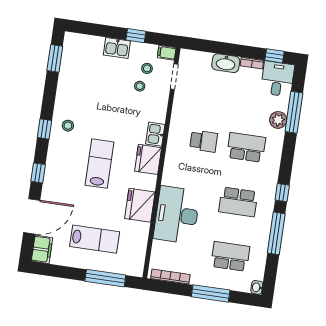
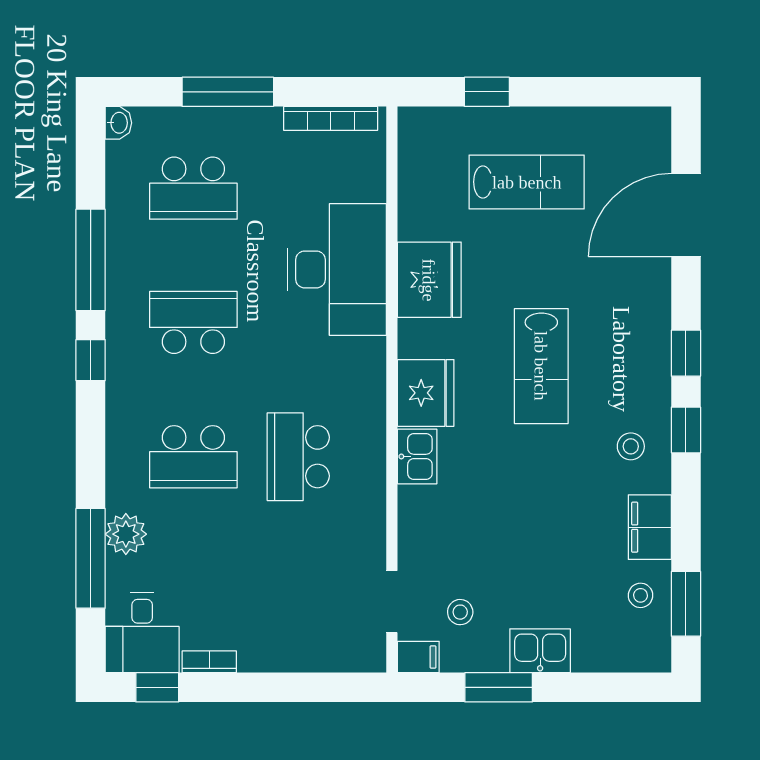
window: (136, 36) -> (499, 687), width x1.50
washbasin: (226, 63) -> (272, 653), removed
stool: (140, 86) -> (641, 595), moved
school desk: (204, 141) -> (298, 457), width x1.85
window: (38, 173) -> (686, 353), moved
lab bench: (95, 239) -> (527, 182), turned 180
filing cabinet: (42, 249) -> (650, 527), moved
window: (105, 278) -> (487, 92), width x0.46

